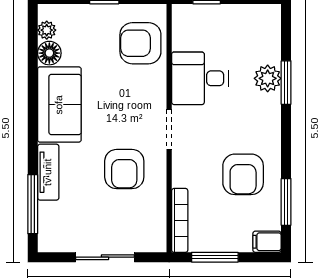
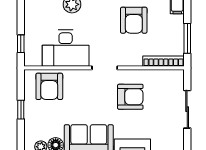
desk: (200, 78) -> (66, 48), width x1.37
armchair: (243, 174) -> (134, 20), turned 90

